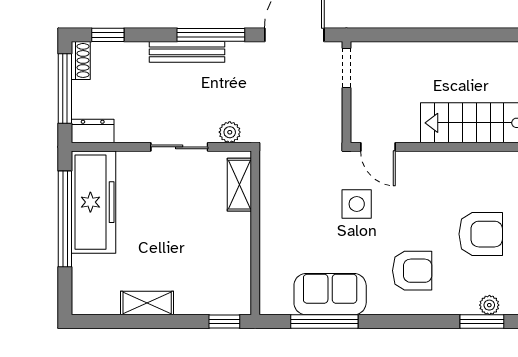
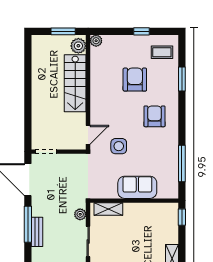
bench: (187, 52) -> (37, 232), width x0.73
sofa: (330, 294) -> (137, 187), moved, turned 90
plant: (489, 305) -> (173, 75), removed

